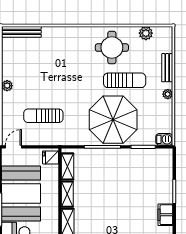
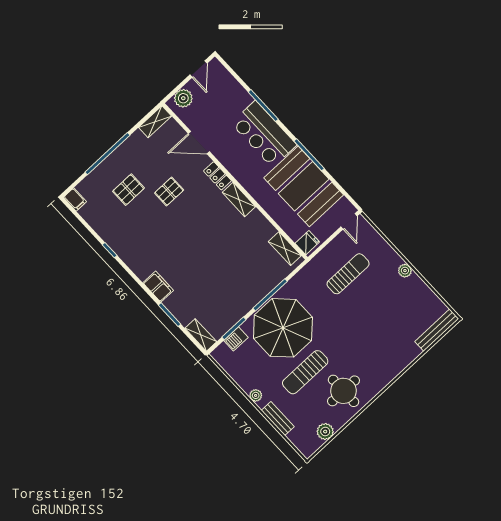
barbecue: (164, 139) -> (236, 339), moved
shelving: (67, 194) -> (201, 335), moved

